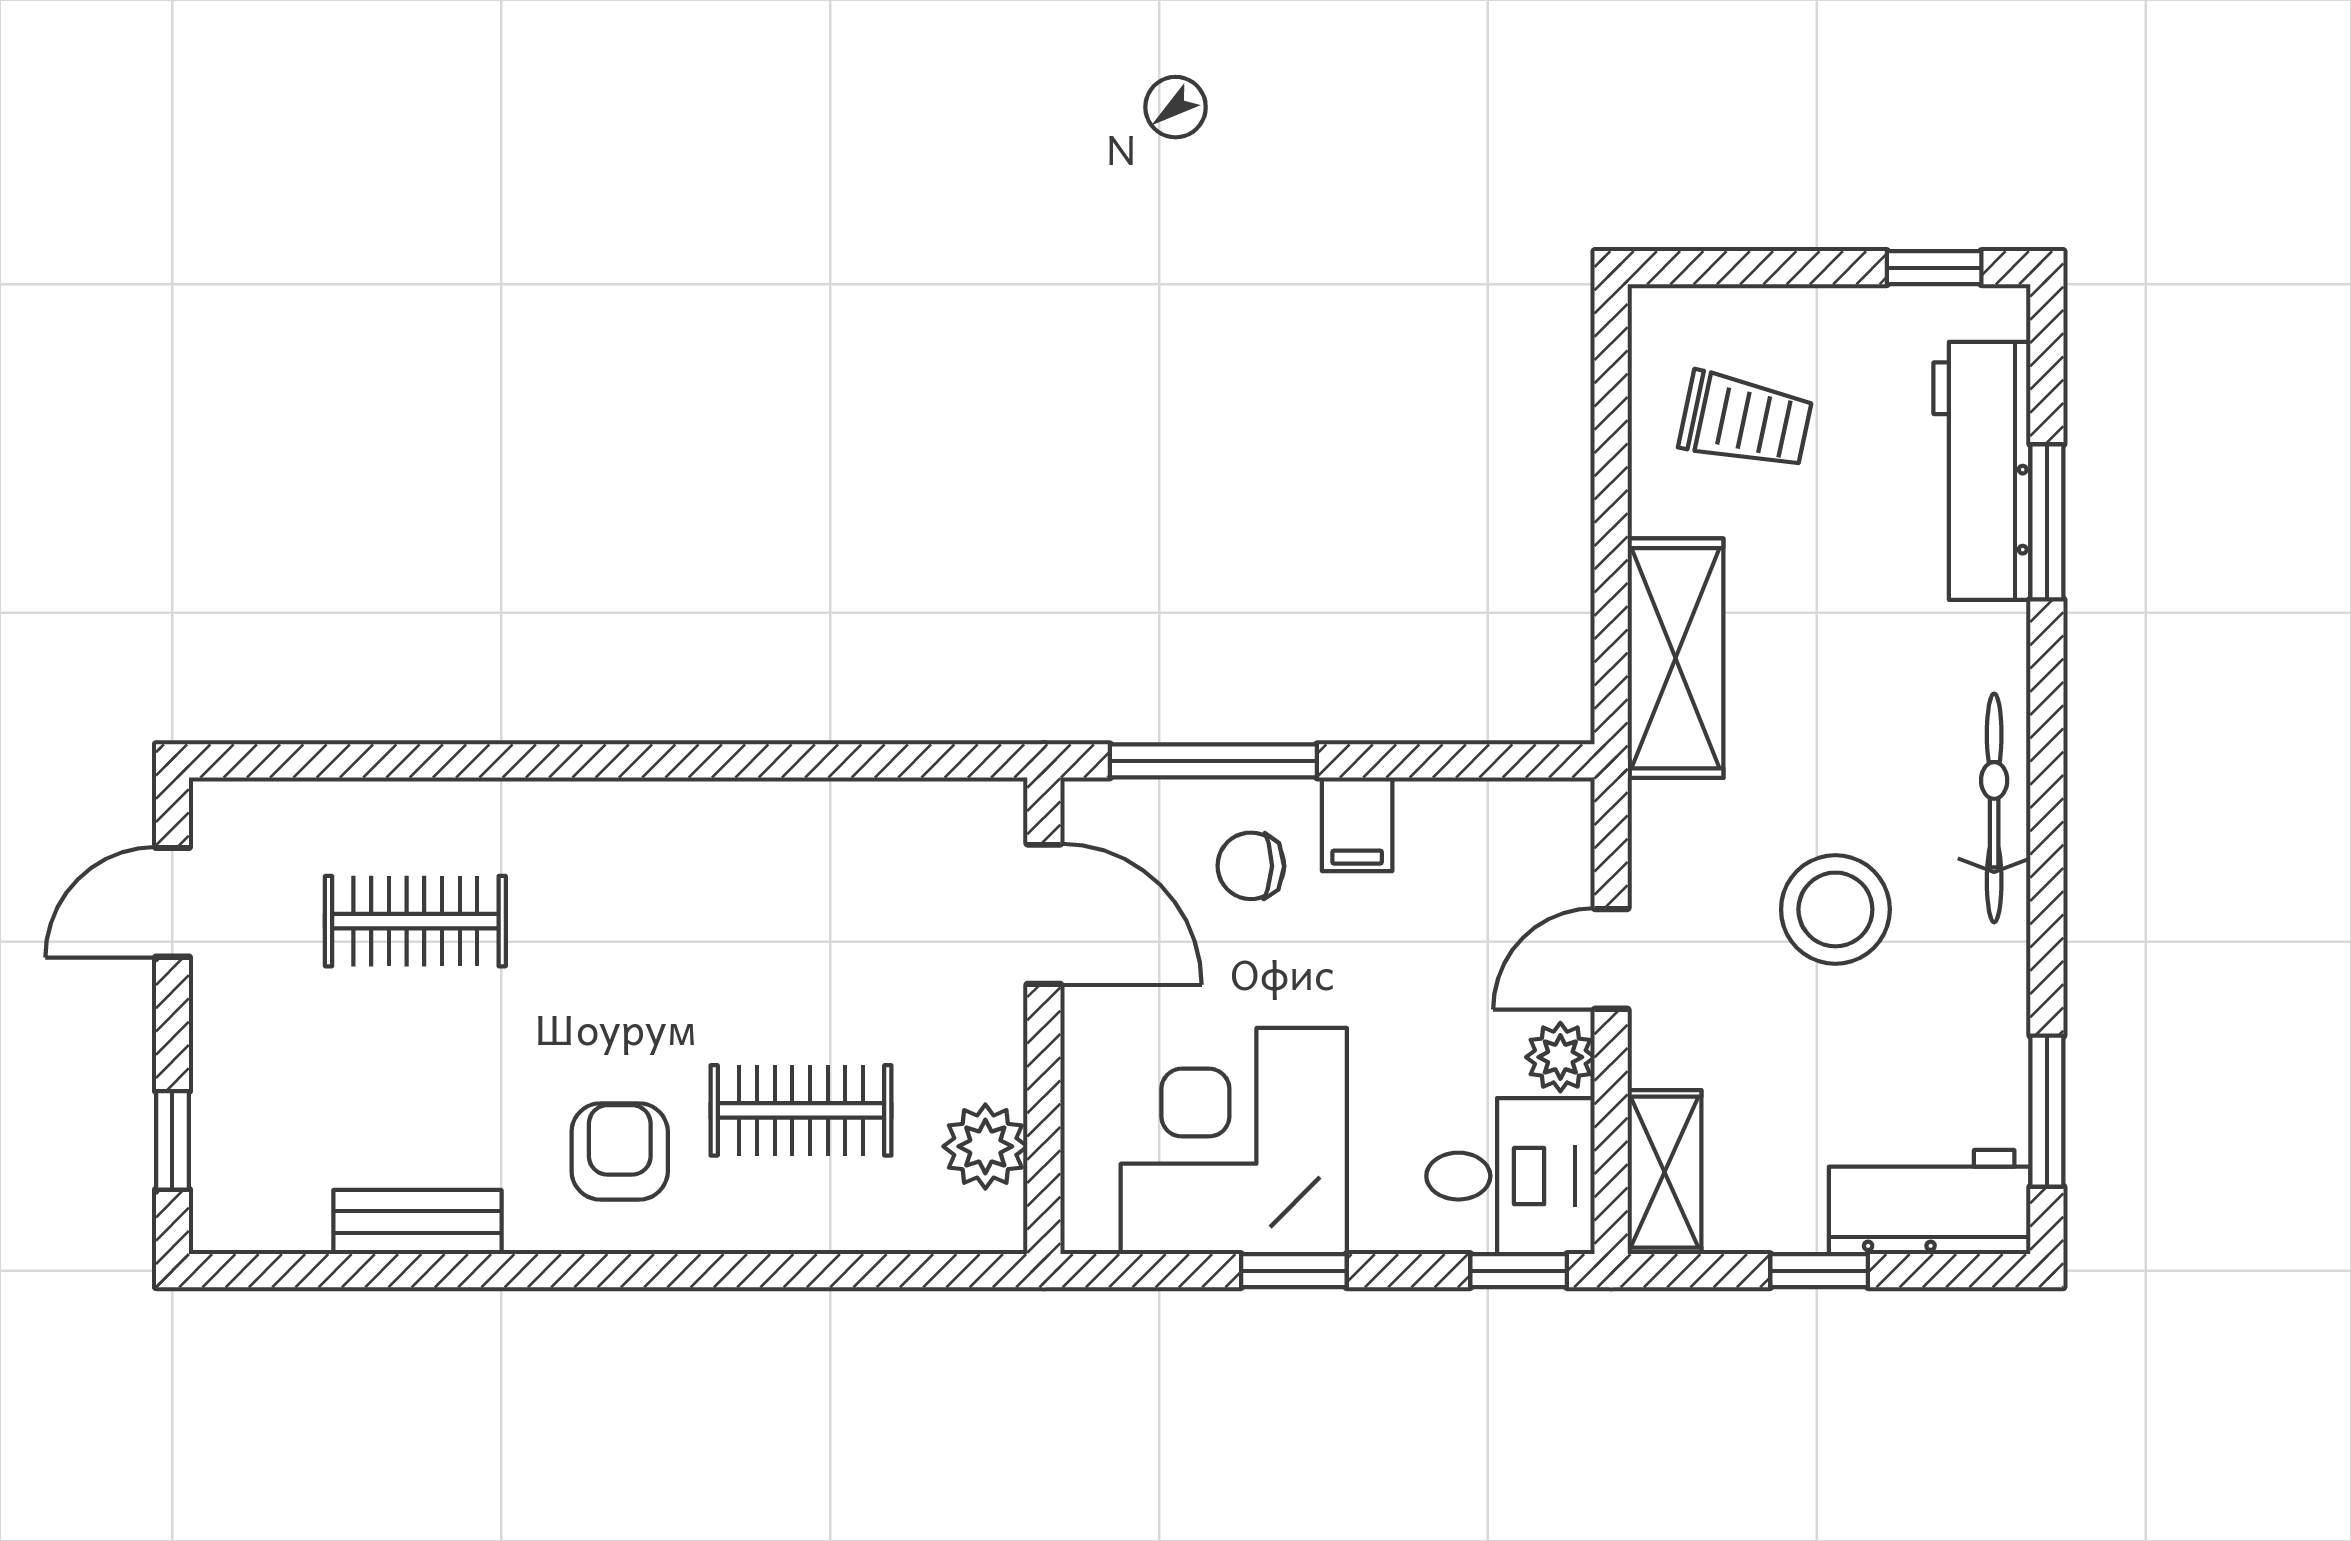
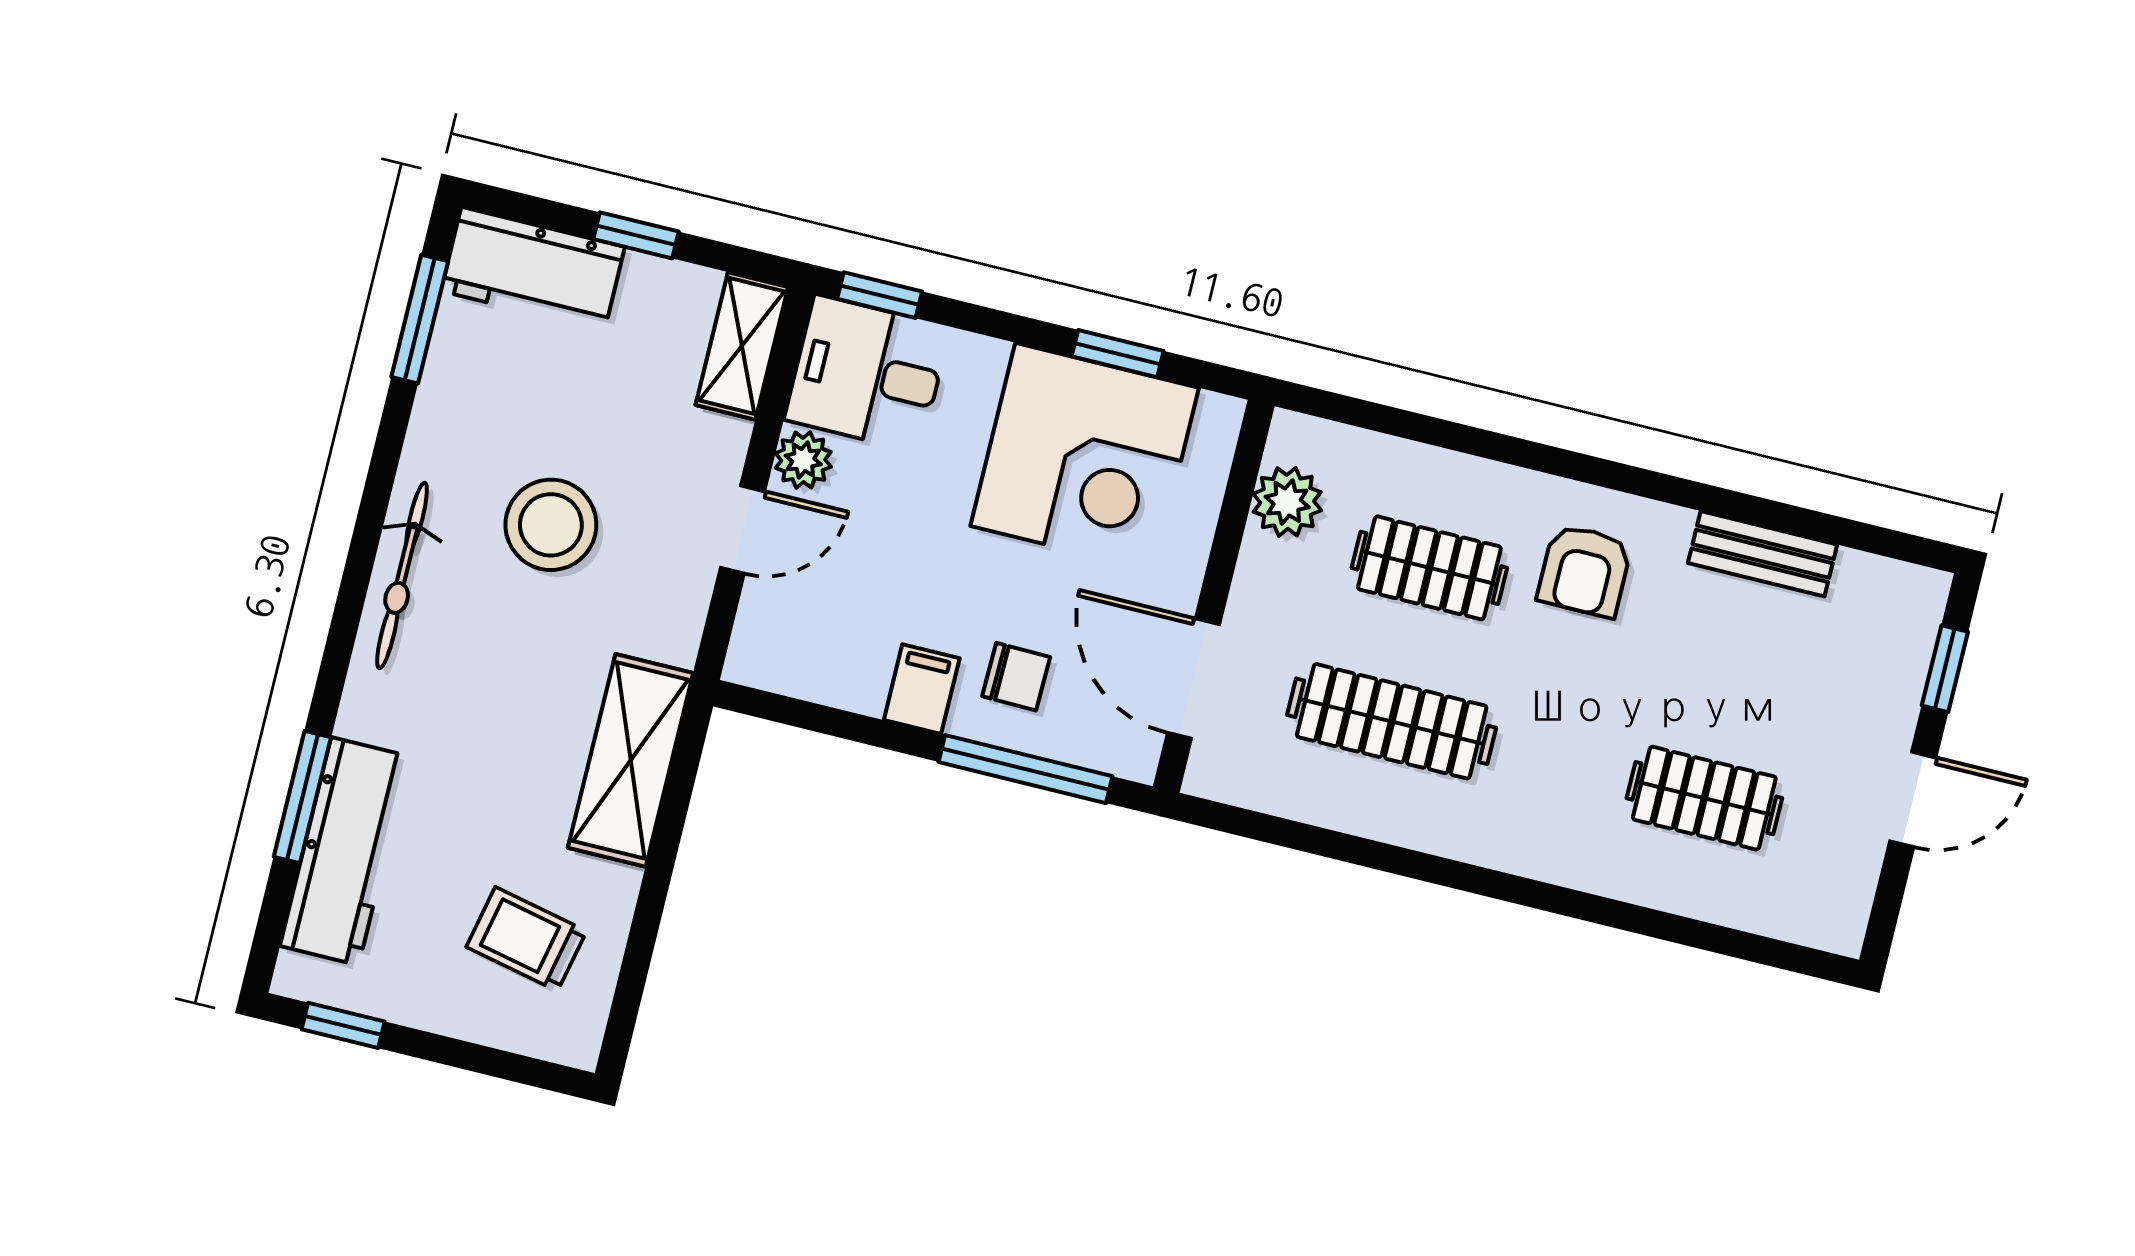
door: (172, 902) -> (1913, 799), moved
clothes rail: (801, 921) -> (1392, 721), added
window: (1294, 1271) -> (1118, 354), moved

